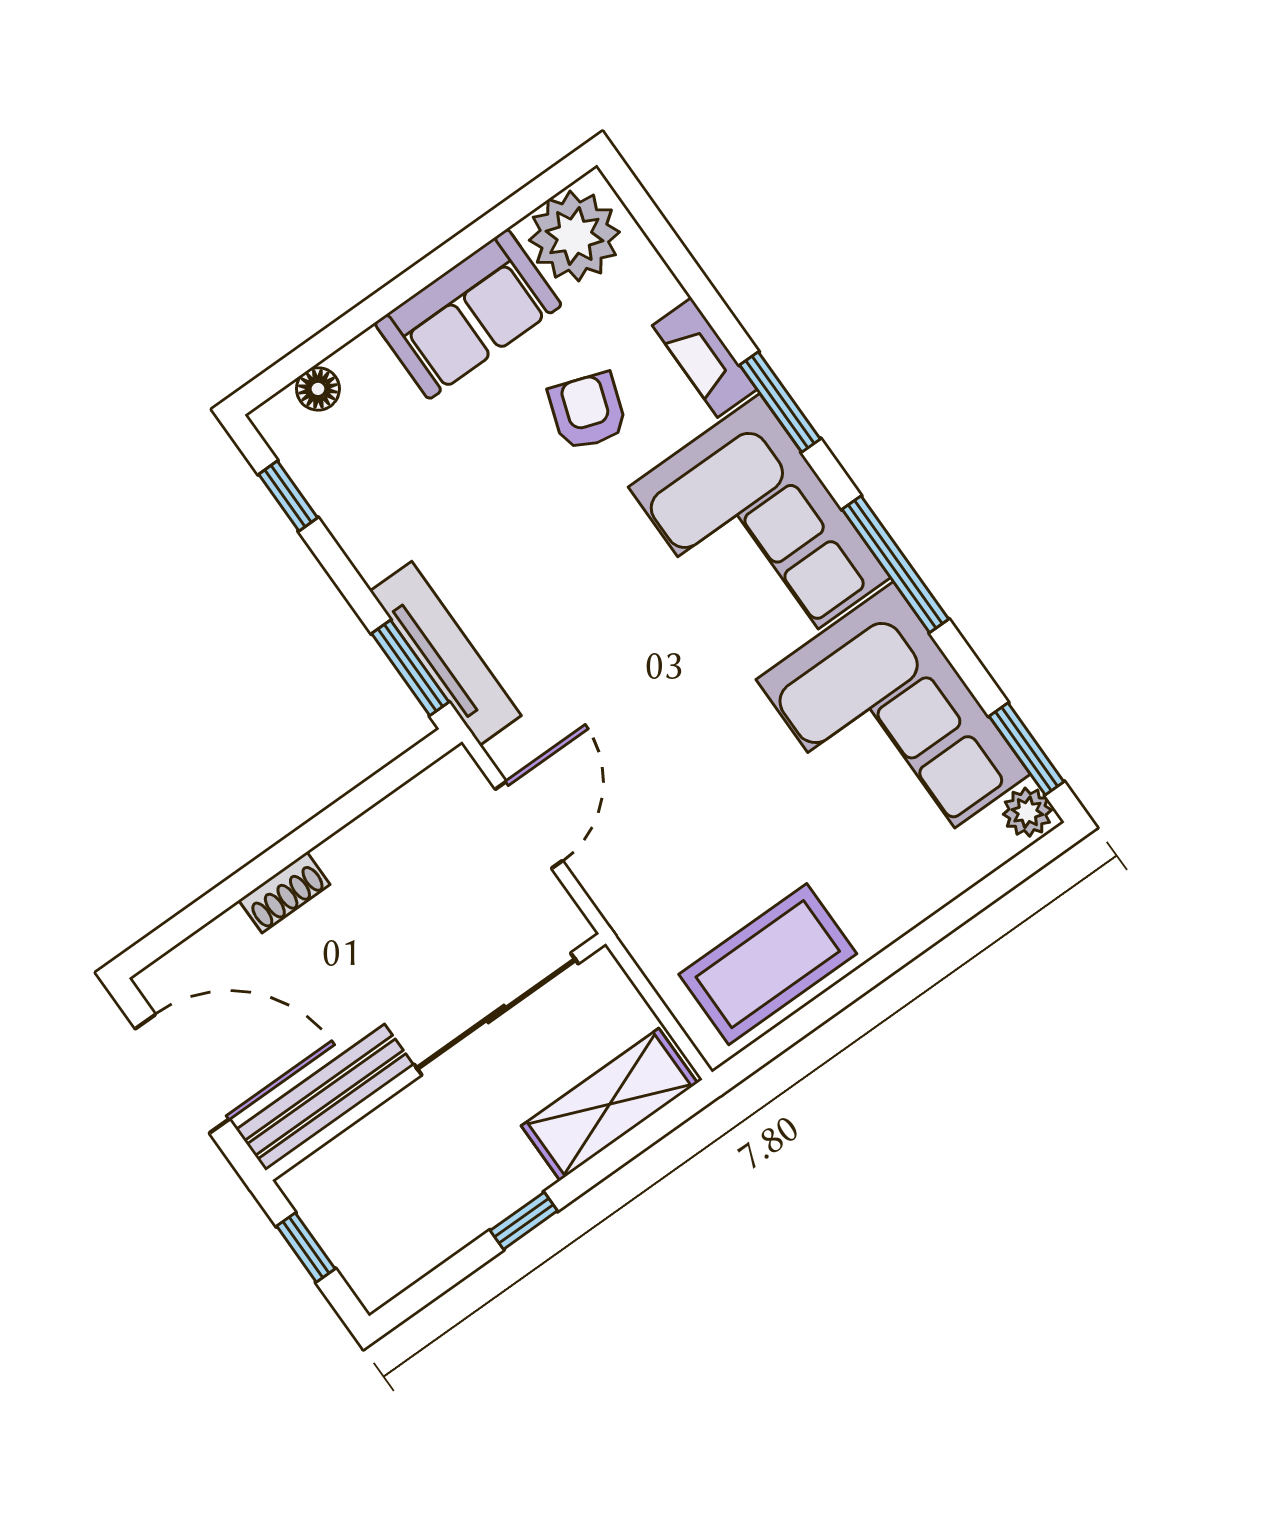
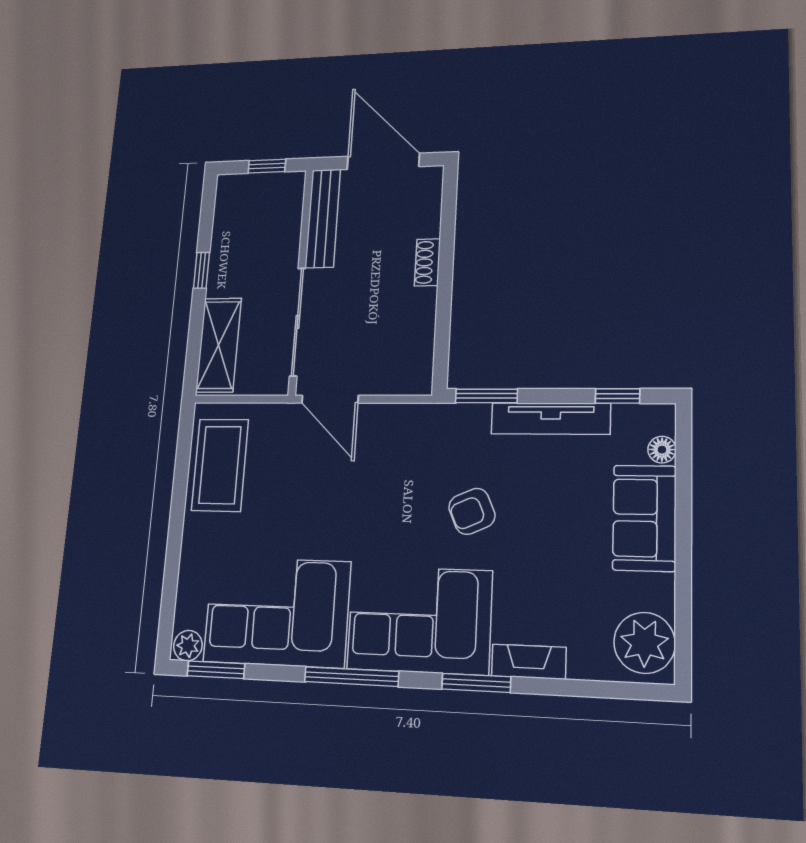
sofa: (468, 314) -> (644, 518), moved
armchair: (587, 411) -> (472, 511), moved, turned 137
tv unit: (446, 653) -> (551, 418), moved
door: (529, 825) -> (330, 399), moved
door: (182, 1074) -> (383, 161), swing flipped

